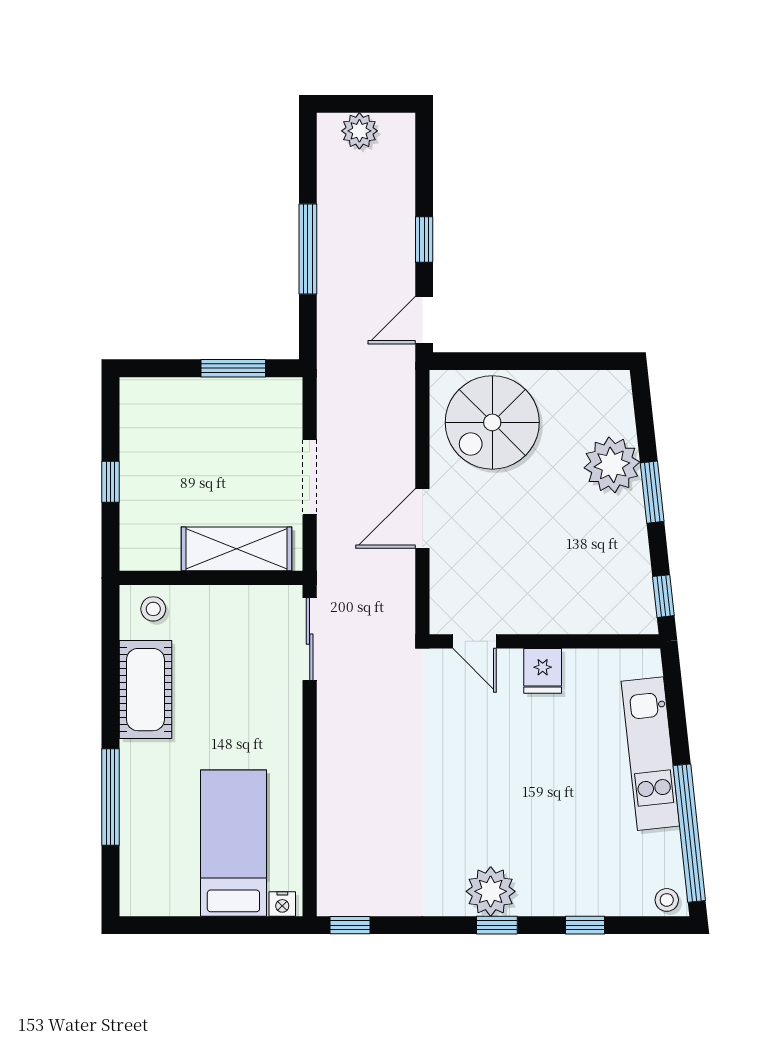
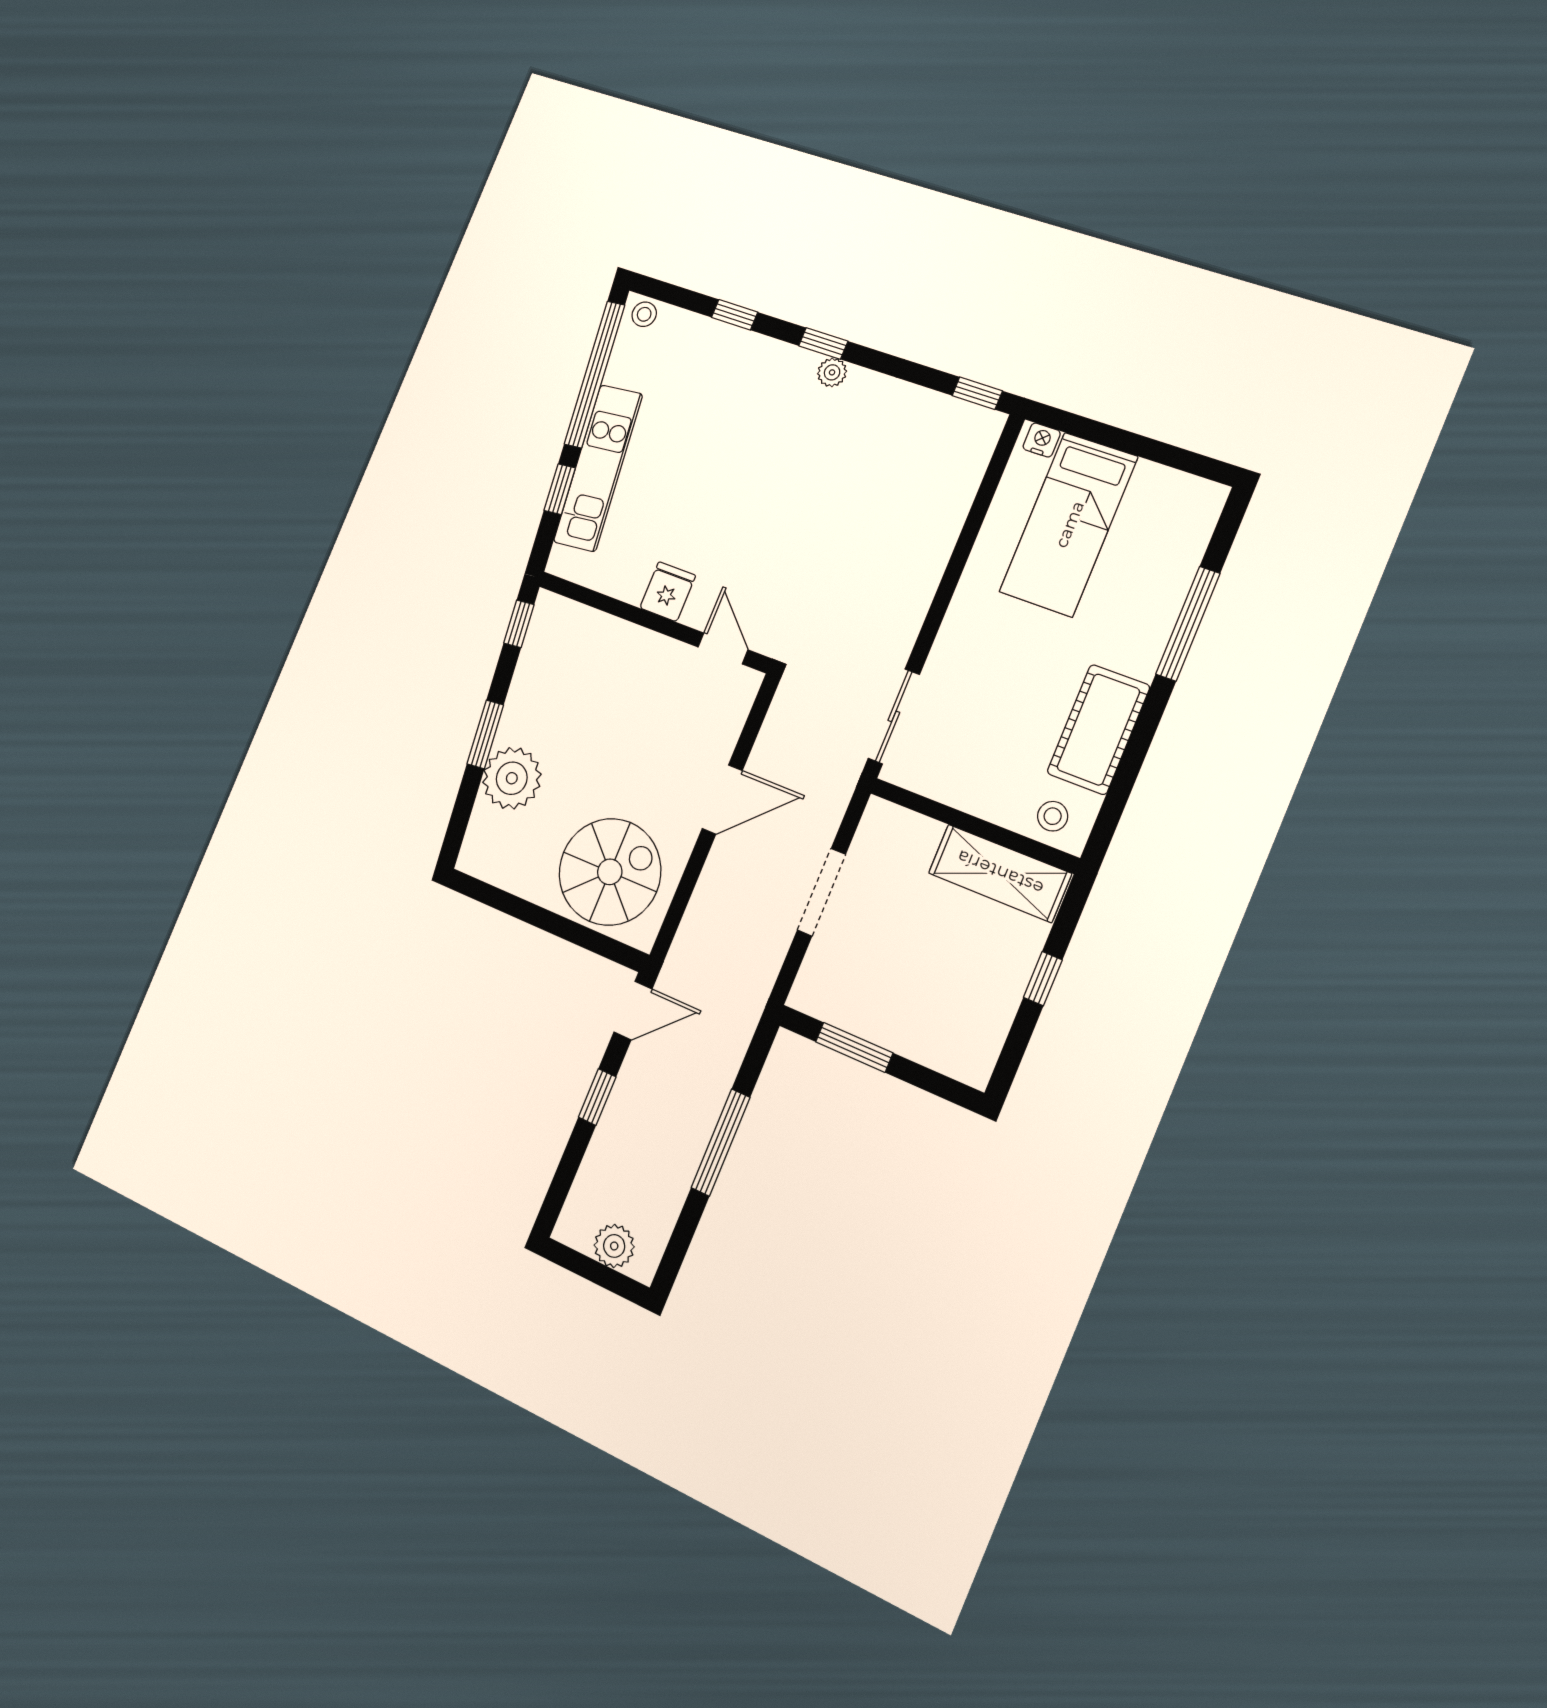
shelving: (237, 549) -> (1000, 873), moved
window: (677, 724) -> (560, 489), added
plant: (491, 891) -> (832, 372), width x0.53, depth x0.53

